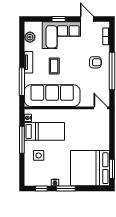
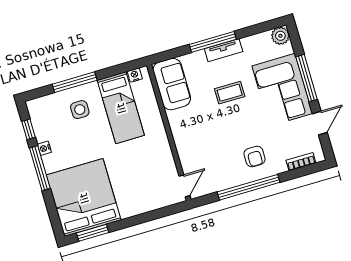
window: (59, 19) -> (307, 78), width x2.17
plant: (30, 37) -> (280, 36), moved
window: (22, 82) -> (213, 42), moved
sofa: (52, 96) -> (172, 84), width x0.54, depth x0.79
window: (22, 140) -> (75, 82), moved
window: (66, 189) -> (40, 168), width x1.44

